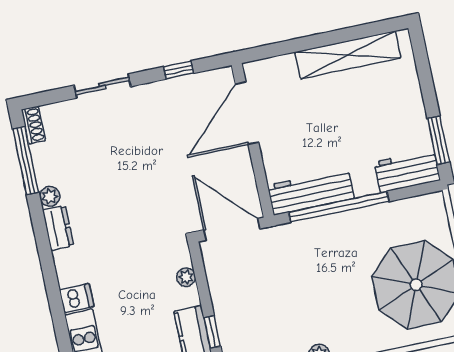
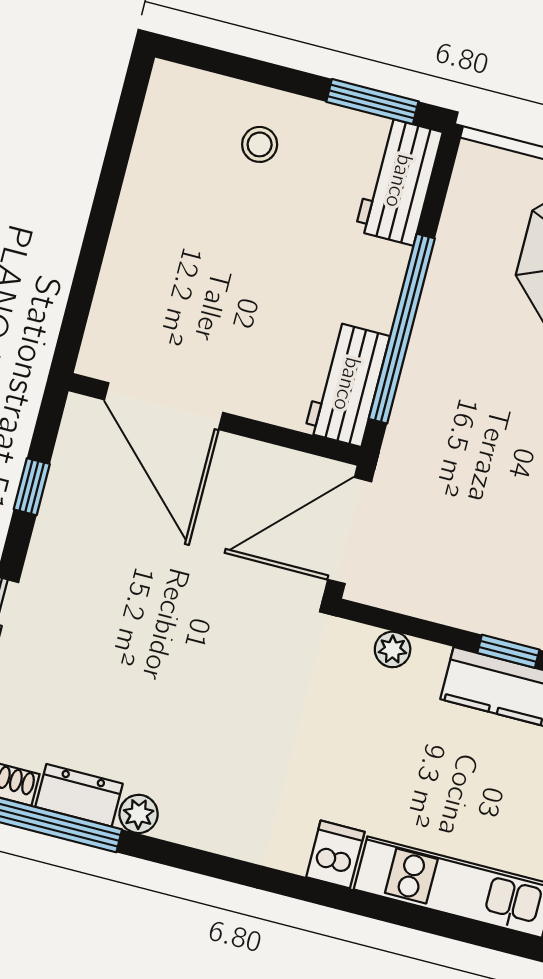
shelving: (348, 55) -> (150, 184), removed
stool: (392, 97) -> (260, 144), added
workbench: (311, 192) -> (347, 384), width x0.73
dresser: (58, 228) -> (79, 795), moved

